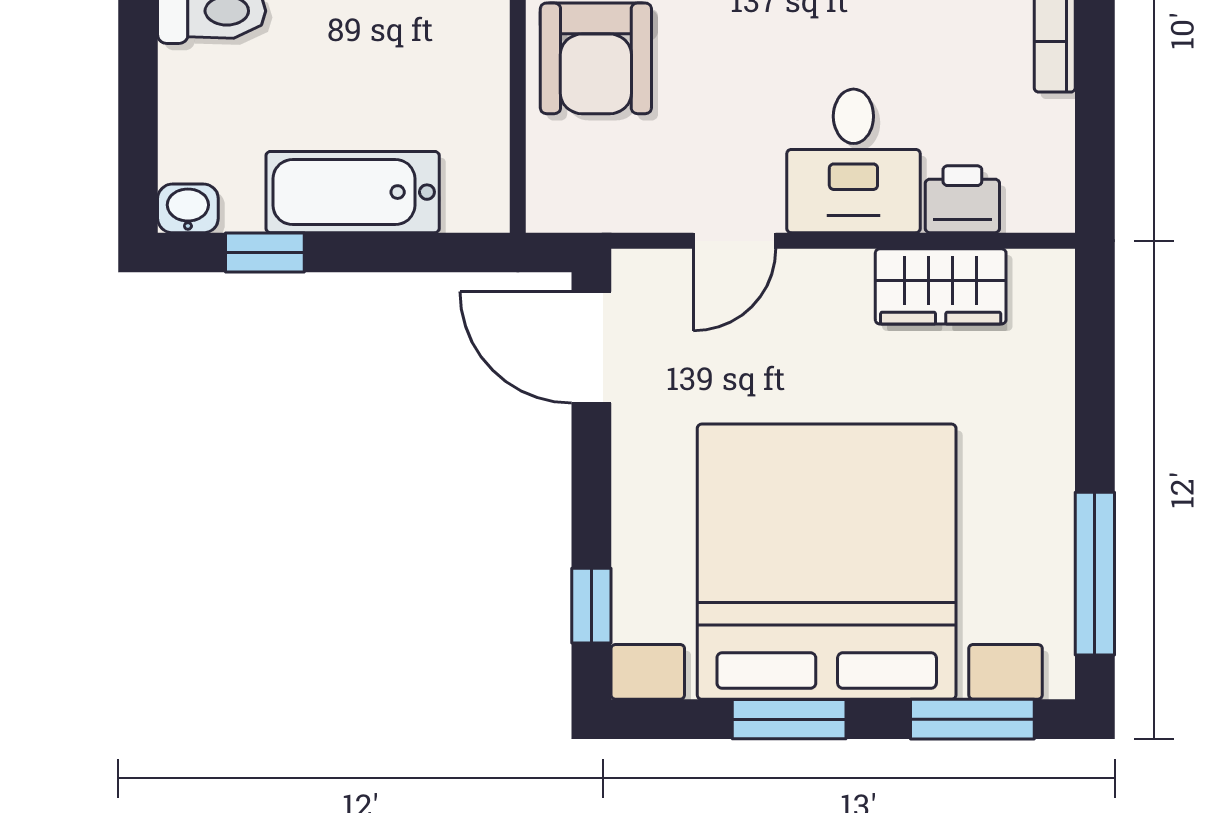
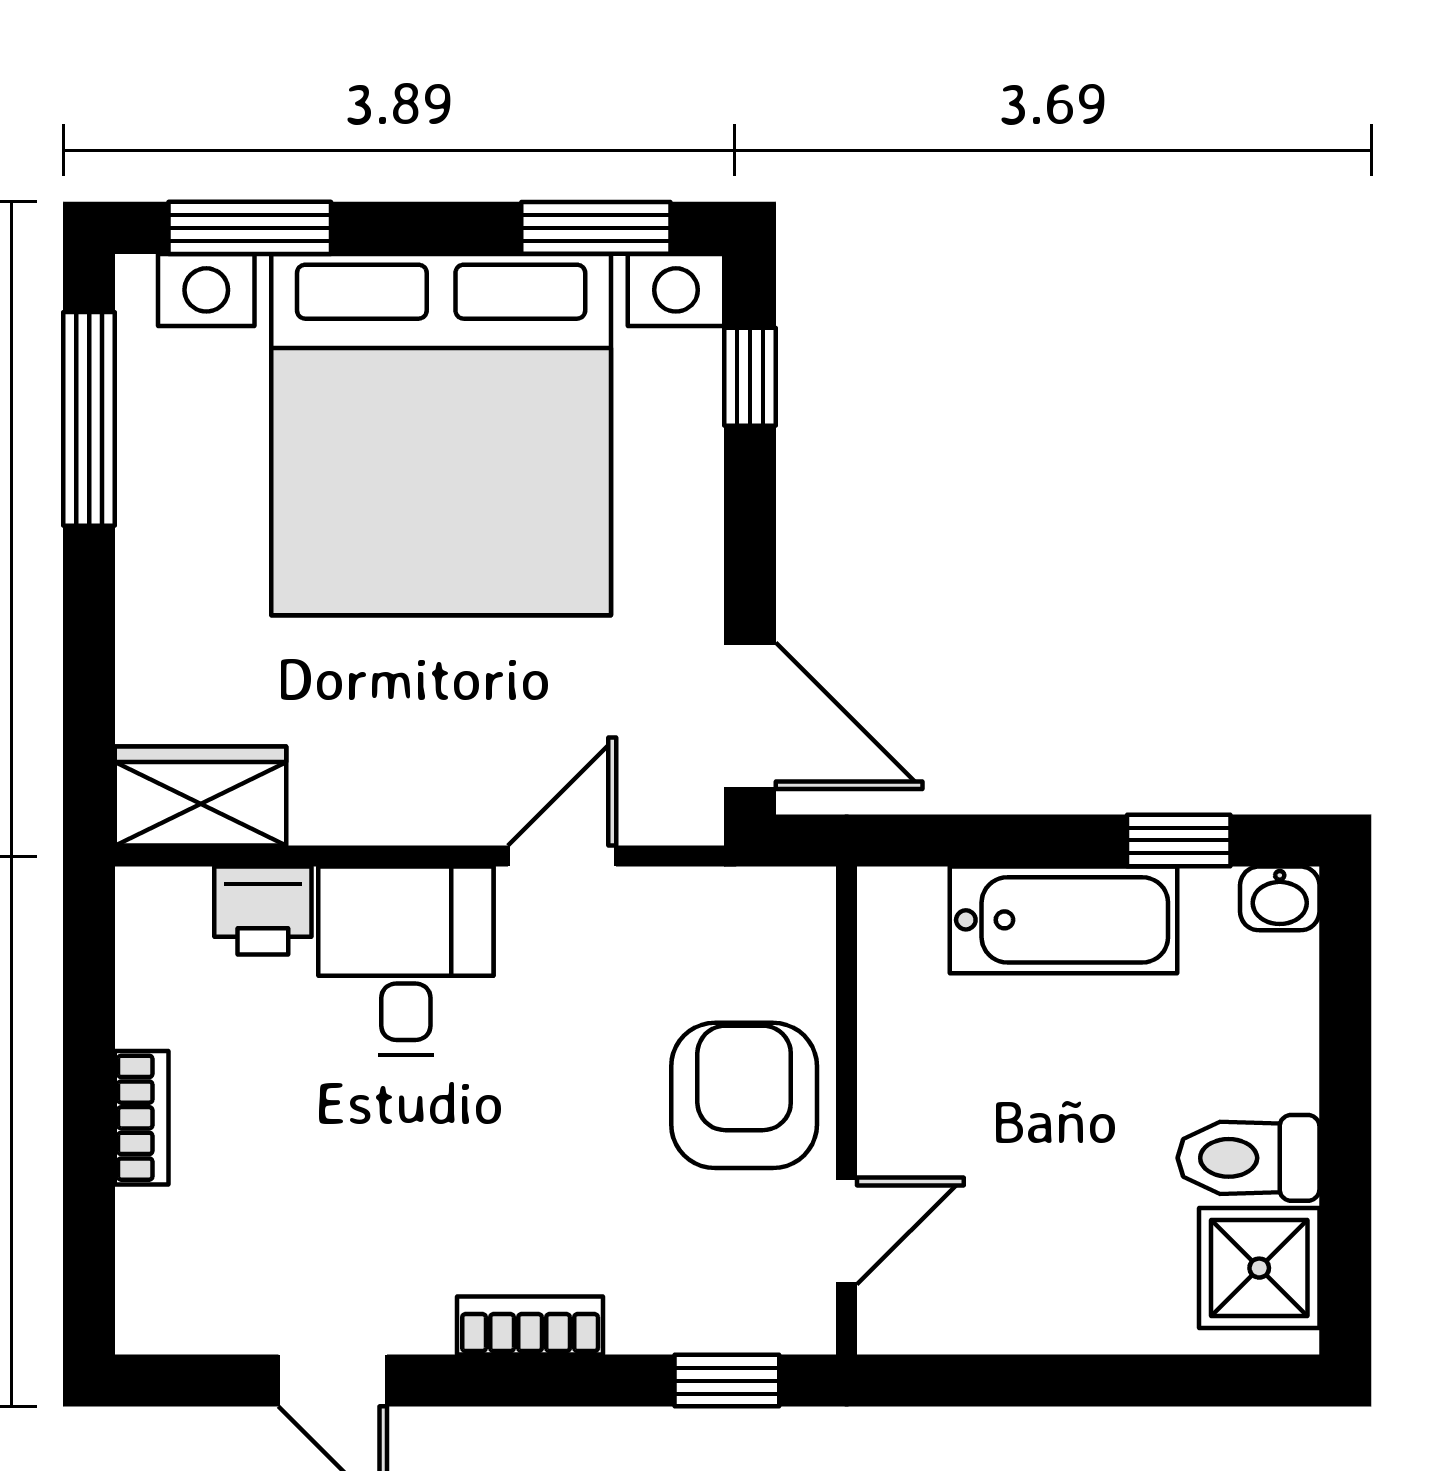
wardrobe: (941, 286) -> (201, 796), moved
window: (789, 719) -> (596, 228), moved

